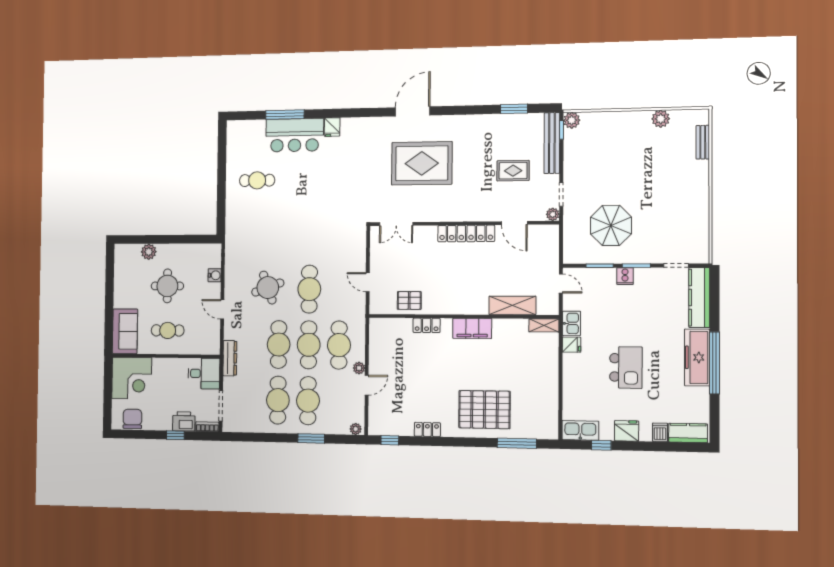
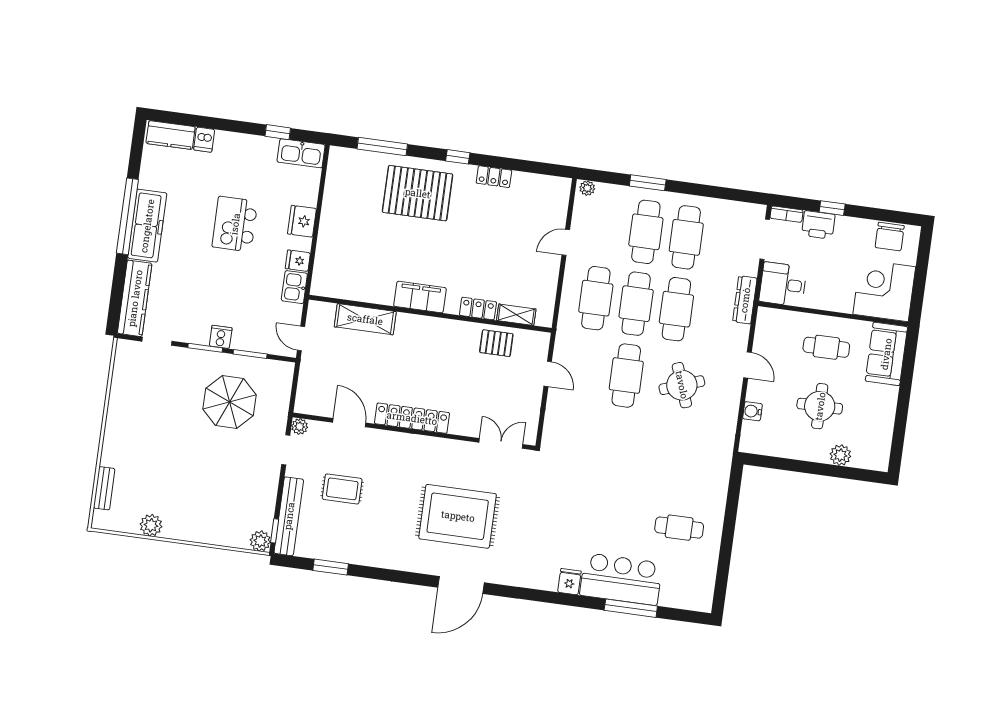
shelving: (544, 325) -> (516, 315), moved
plant: (359, 368) -> (573, 265), removed
fridge: (627, 431) -> (302, 221), moved, turned 90
window: (390, 440) -> (458, 157), moved

